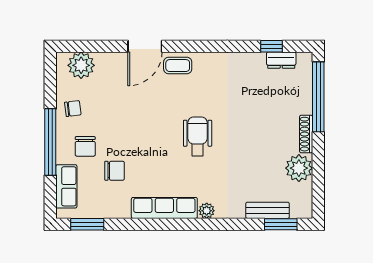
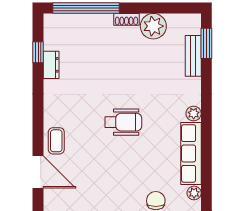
dresser: (281, 60) -> (51, 65), moved
shoe rack: (306, 134) -> (126, 19), width x0.70
wheelchair: (198, 136) -> (123, 122), turned 180
plant: (123, 211) -> (194, 193), added

